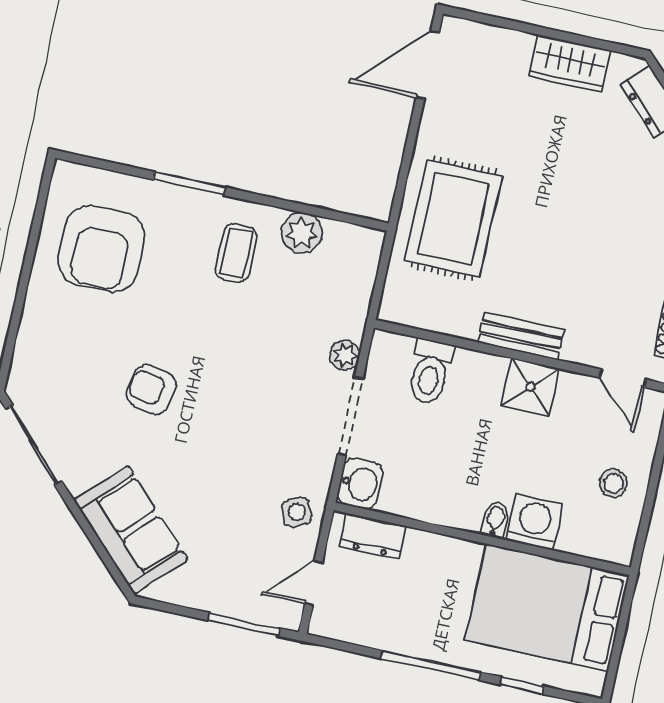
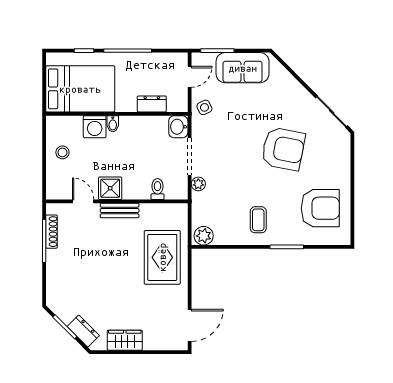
plant: (302, 233) -> (204, 236), moved
armchair: (101, 249) -> (320, 208), turned 90
toilet: (430, 372) -> (158, 189), width x0.73, depth x0.72
door: (623, 378) -> (83, 201), moved
armchair: (152, 390) -> (283, 149), width x1.88, depth x1.88
sofa: (131, 530) -> (243, 68), moved, turned -45
dresser: (373, 536) -> (152, 104), moved

